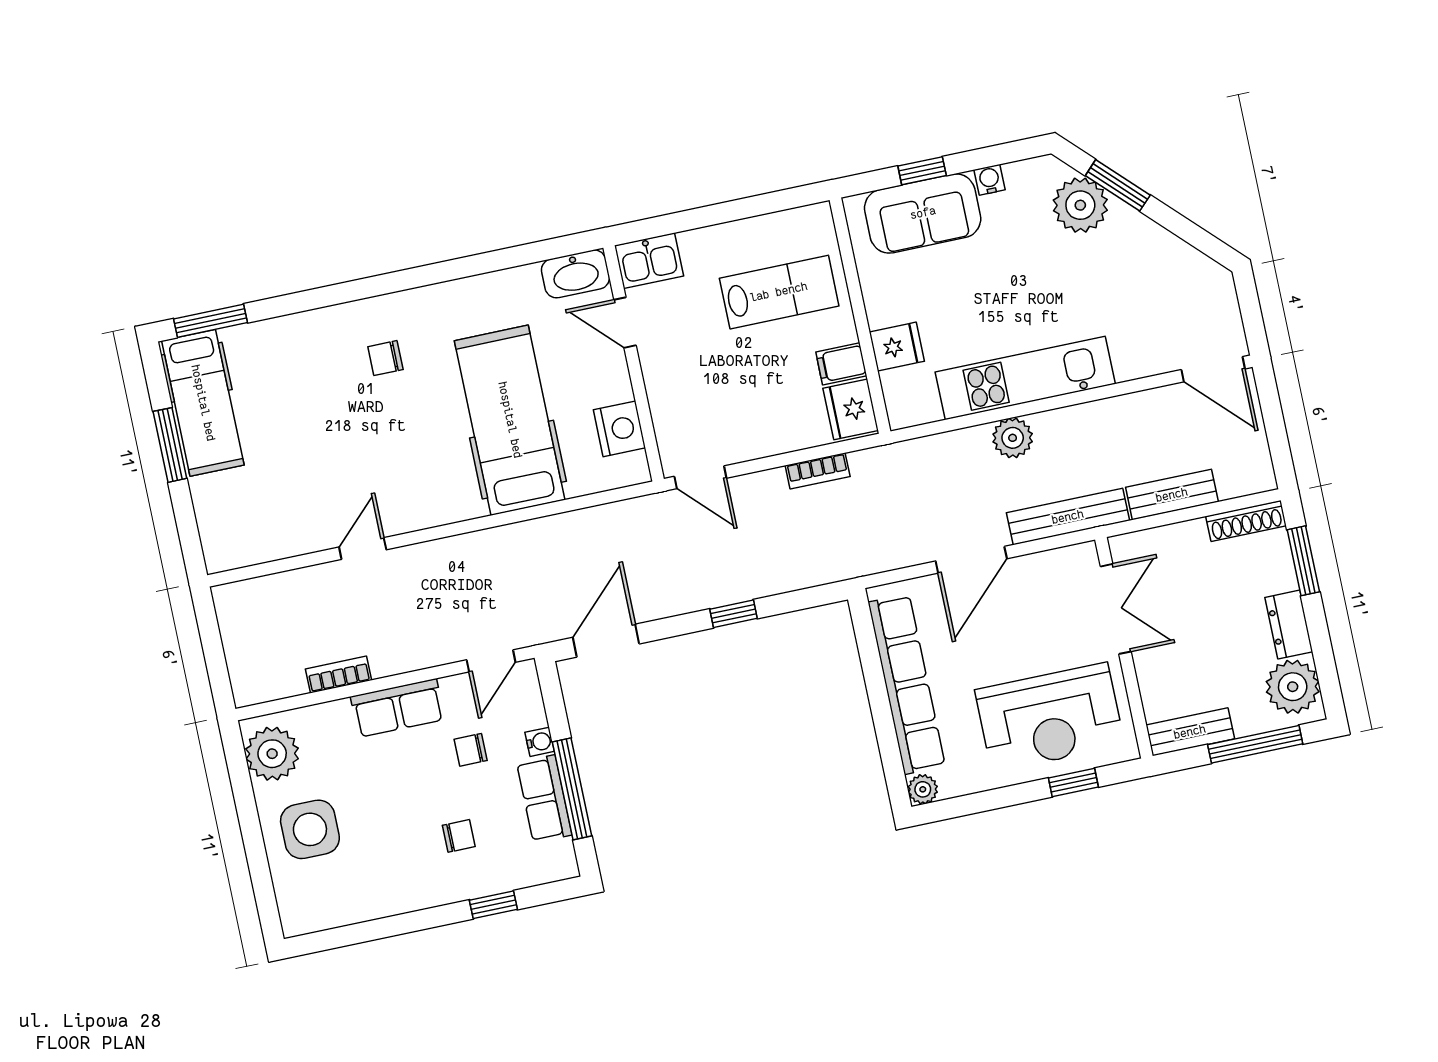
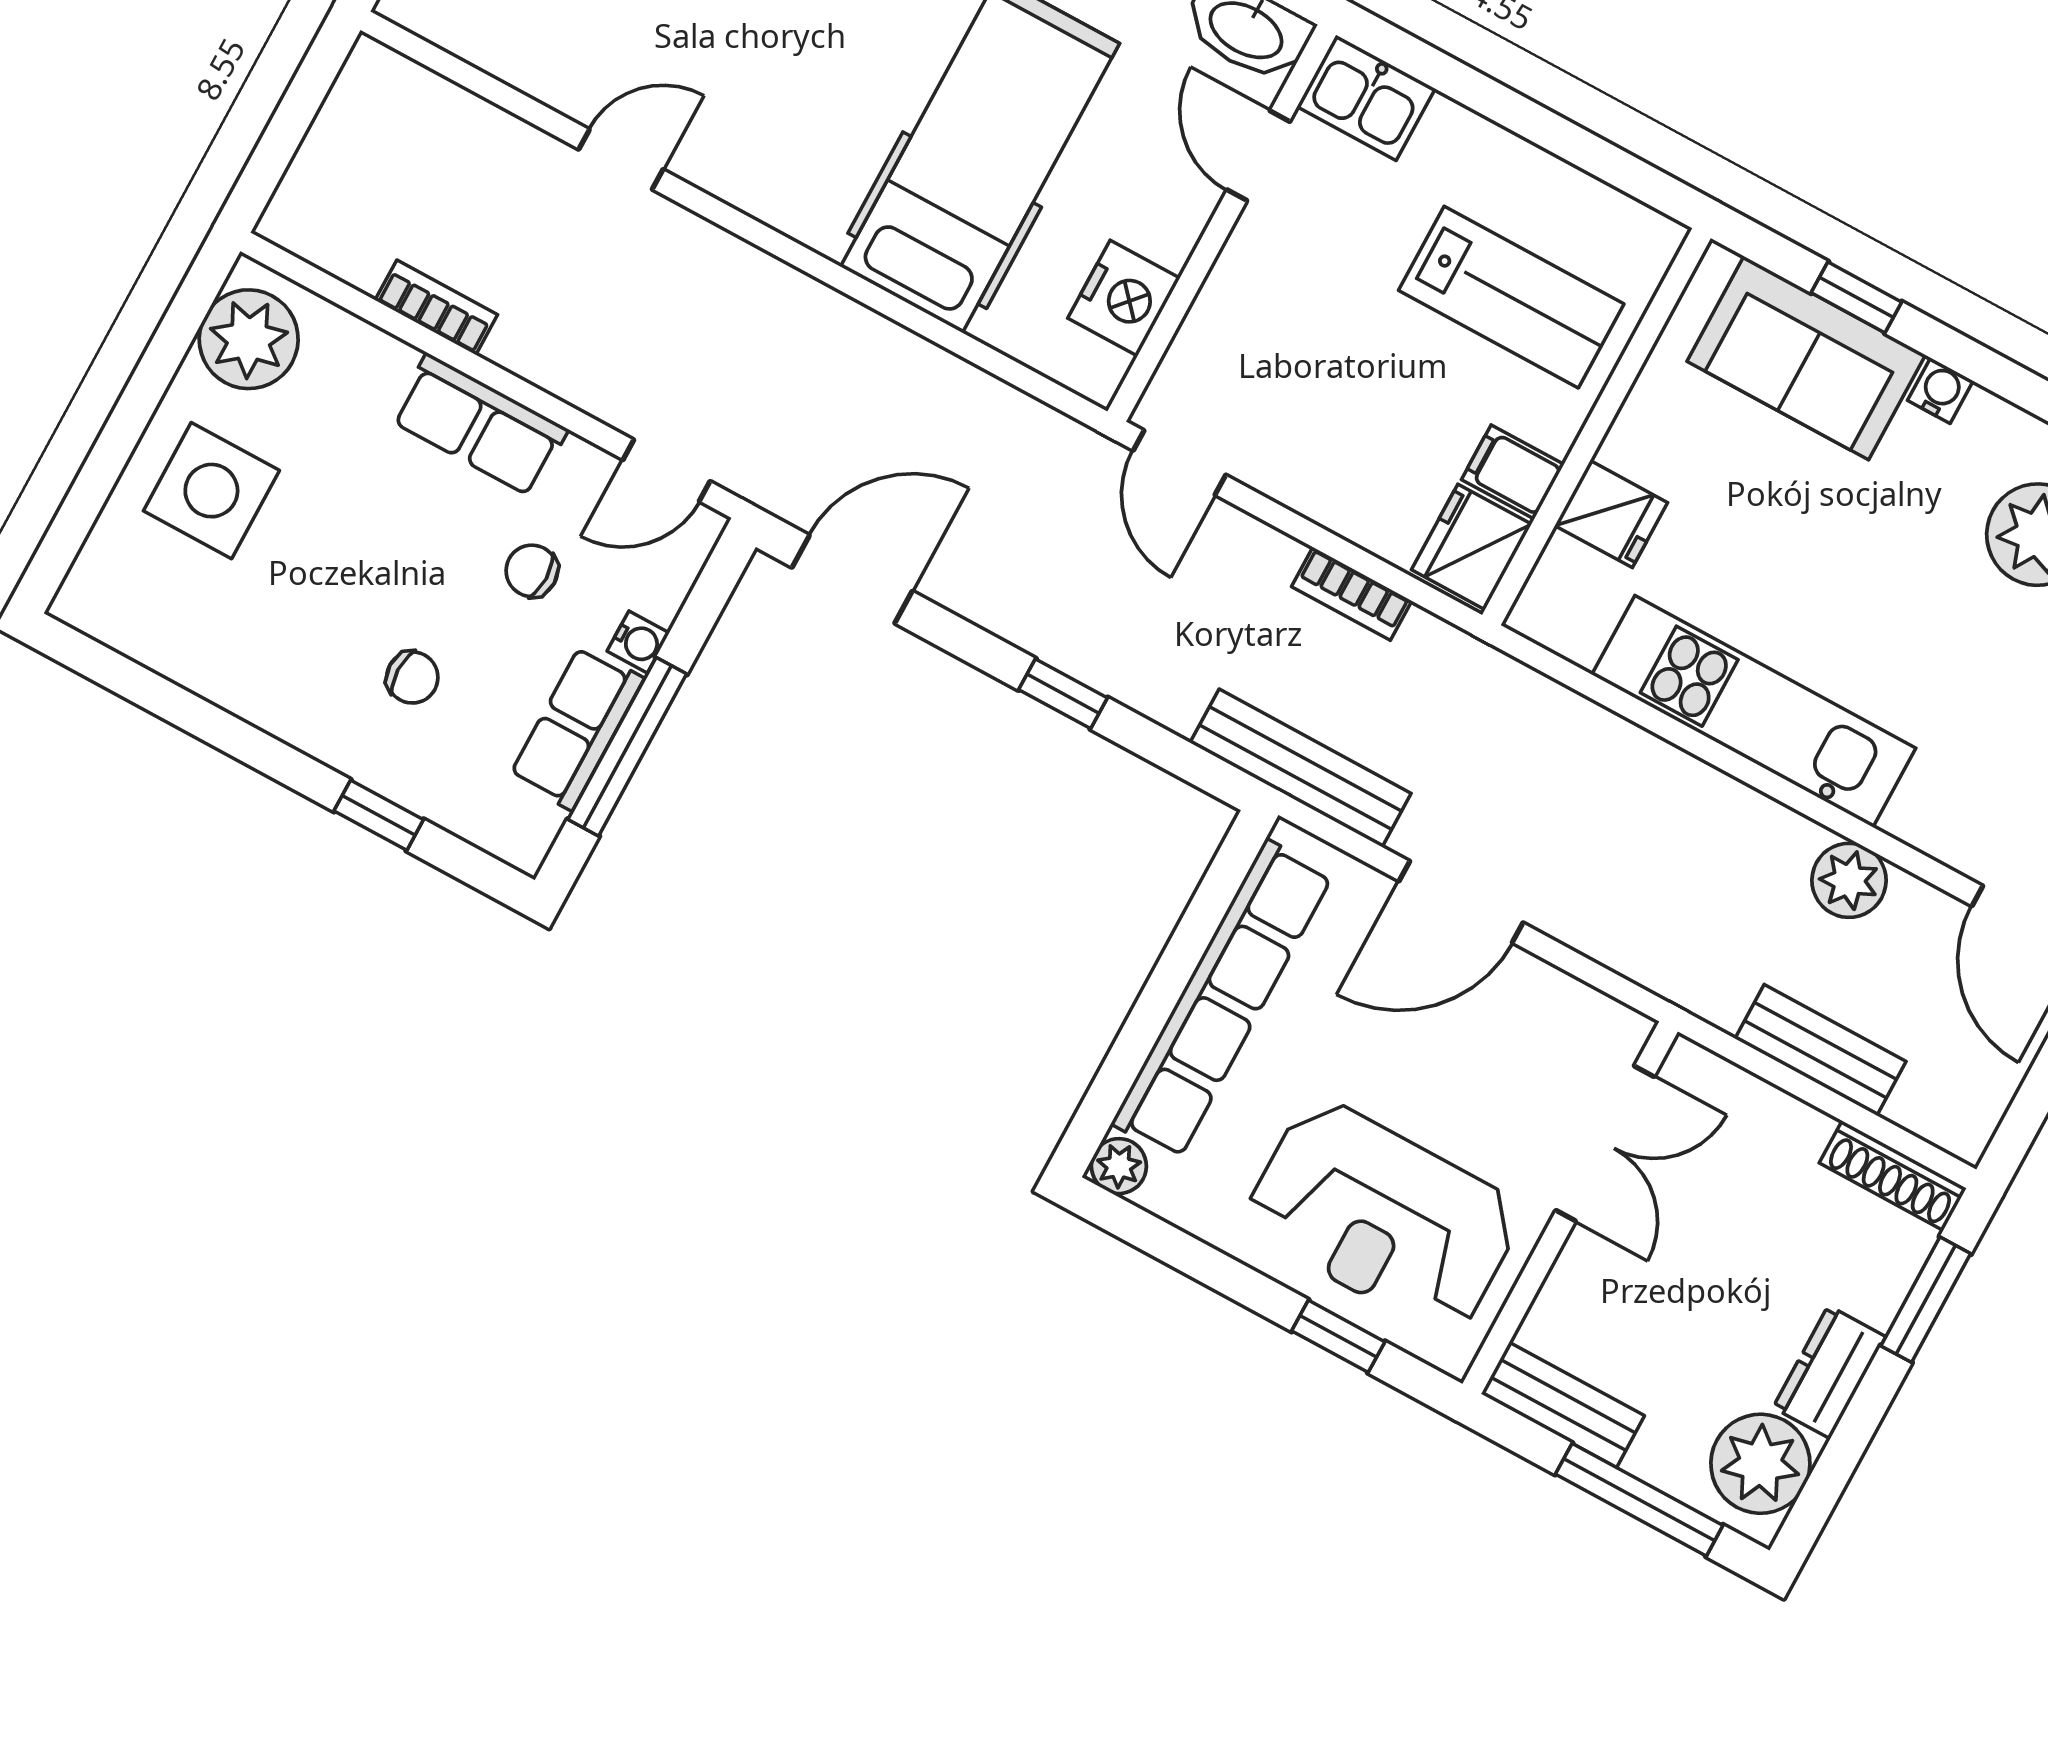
plant: (1013, 438) -> (1849, 880), moved
bench: (1068, 517) -> (1301, 768), moved

